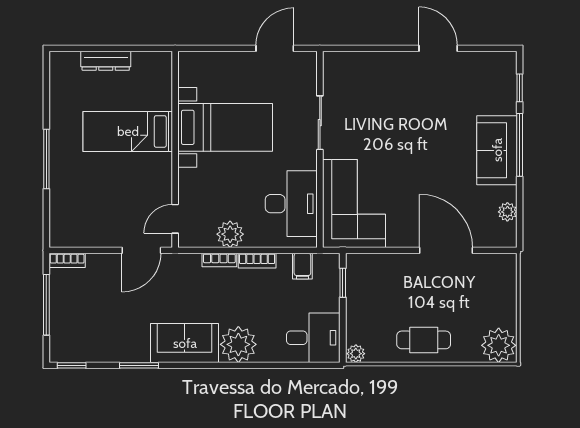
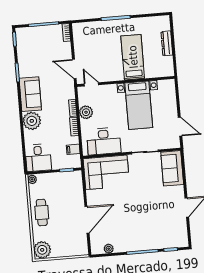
sofa: (497, 150) -> (172, 168), moved, turned -90

